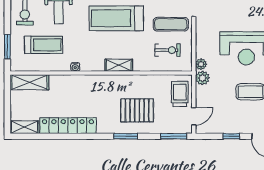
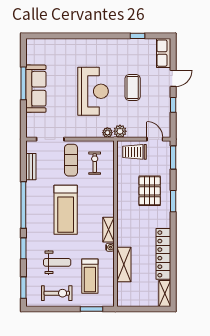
treadmill: (44, 45) -> (90, 276), turned 180
shelving: (119, 65) -> (108, 230), moved
shelving: (30, 82) -> (124, 264), moved

